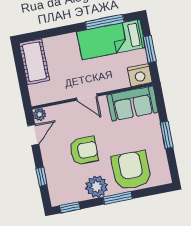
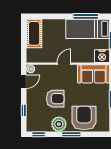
door: (87, 97) -> (64, 64), swing flipped

